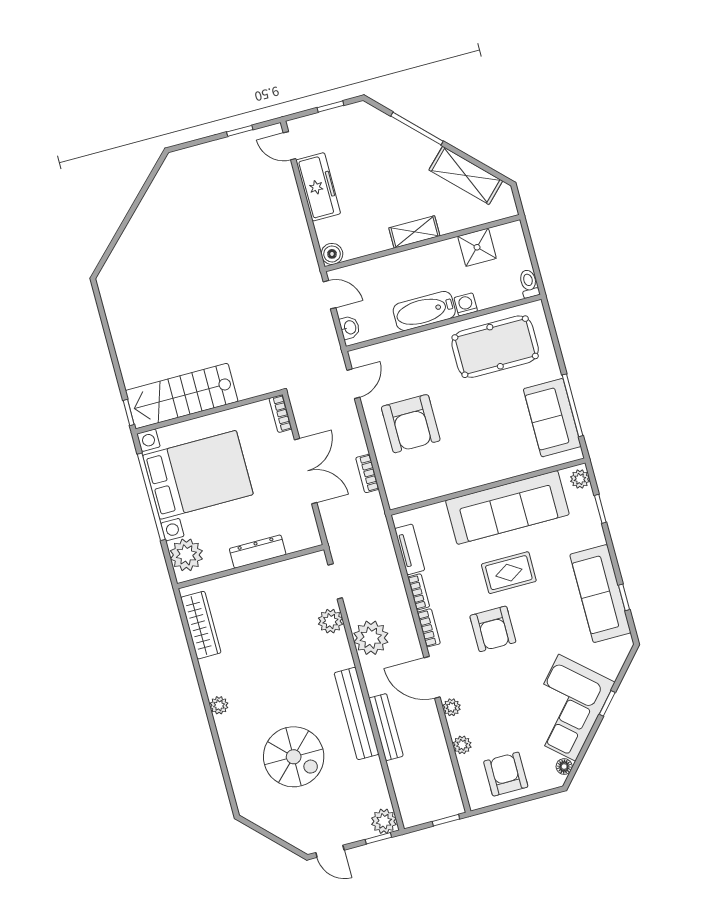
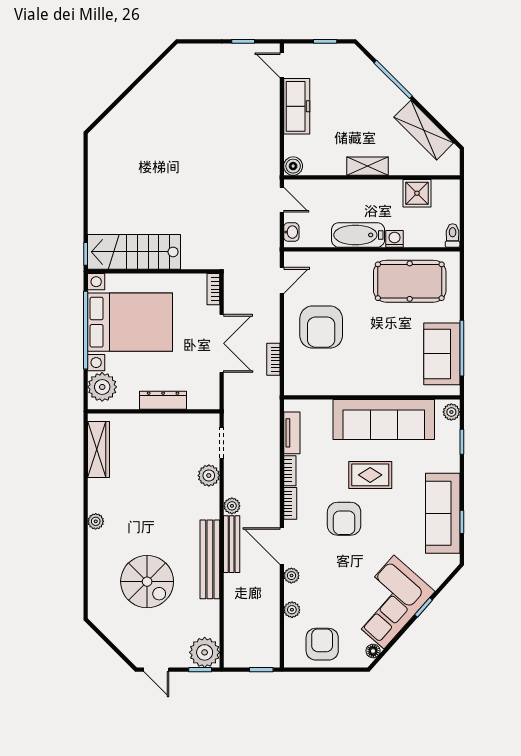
plant: (371, 638) -> (232, 506), width x0.53, depth x0.53
bench: (386, 727) -> (232, 544), moved
plant: (384, 821) -> (205, 652), width x1.36, depth x1.36

